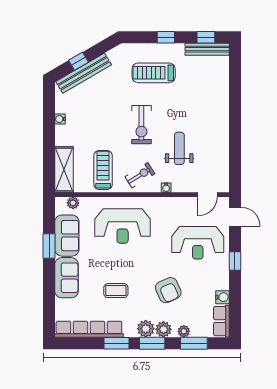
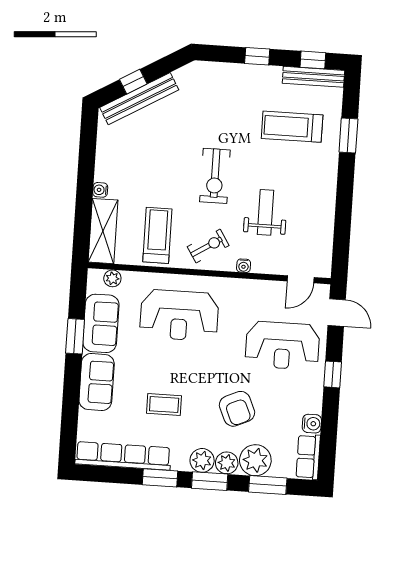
treadmill: (154, 73) -> (292, 127), moved
window: (235, 90) -> (348, 136), added
water cooler: (60, 119) -> (100, 190), moved
plant: (184, 331) -> (255, 460), width x1.88, depth x1.88

